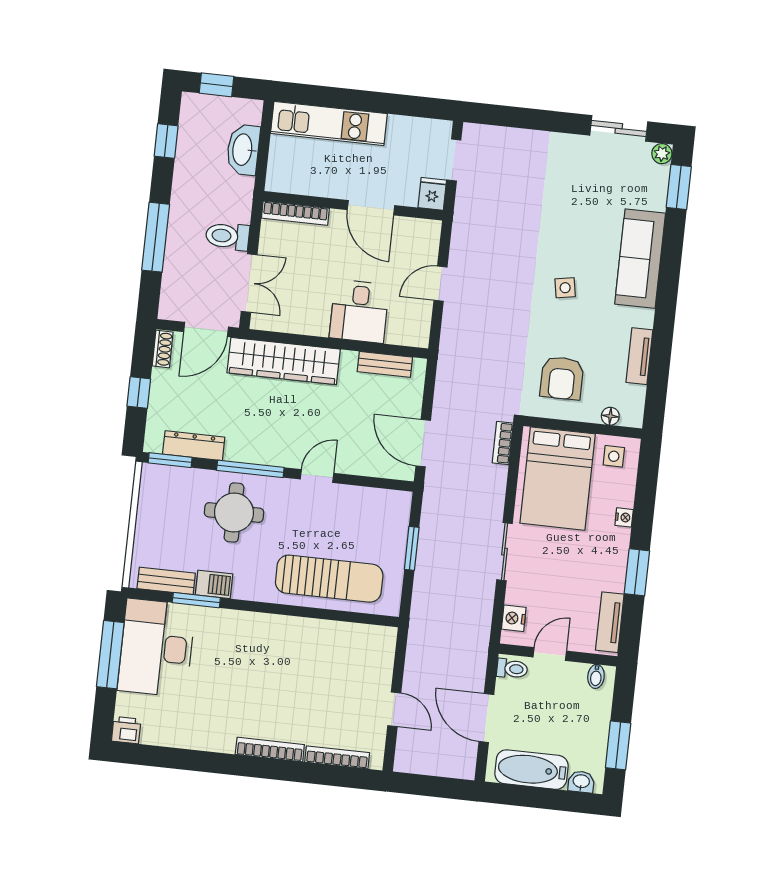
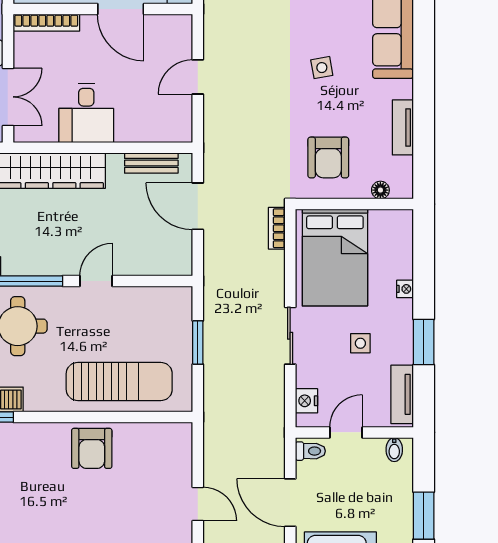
desk: (359, 311) -> (86, 113), moved
door: (423, 443) -> (198, 206), moved
side table: (614, 456) -> (360, 343), moved
armchair: (295, 642) -> (92, 448), added

